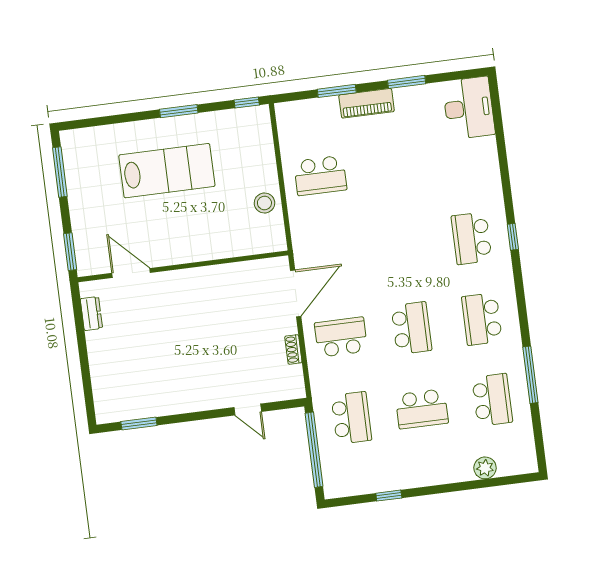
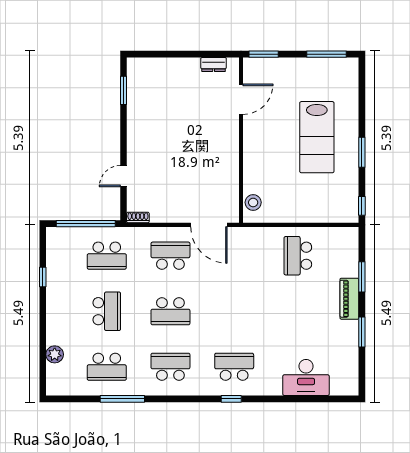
desk: (469, 108) -> (306, 377), moved
stool: (264, 203) -> (253, 202), moved
school desk: (341, 337) -> (170, 256), turned -90
shoe rack: (293, 349) -> (138, 217), moved
school desk: (422, 409) -> (107, 311), turned 180

